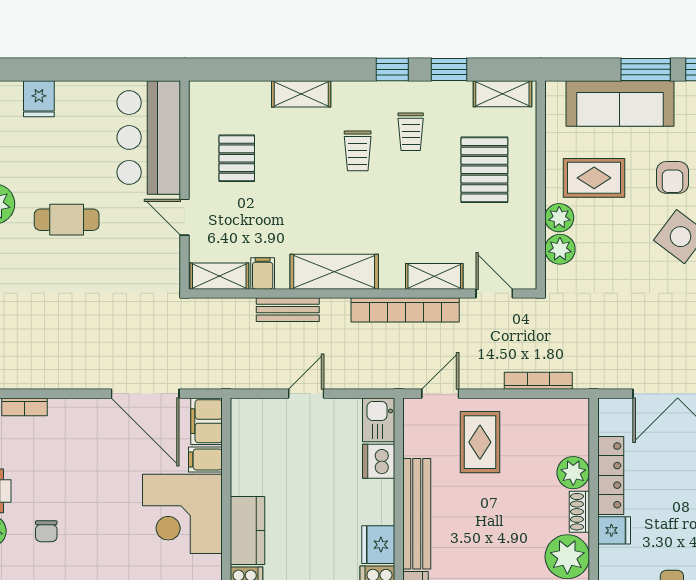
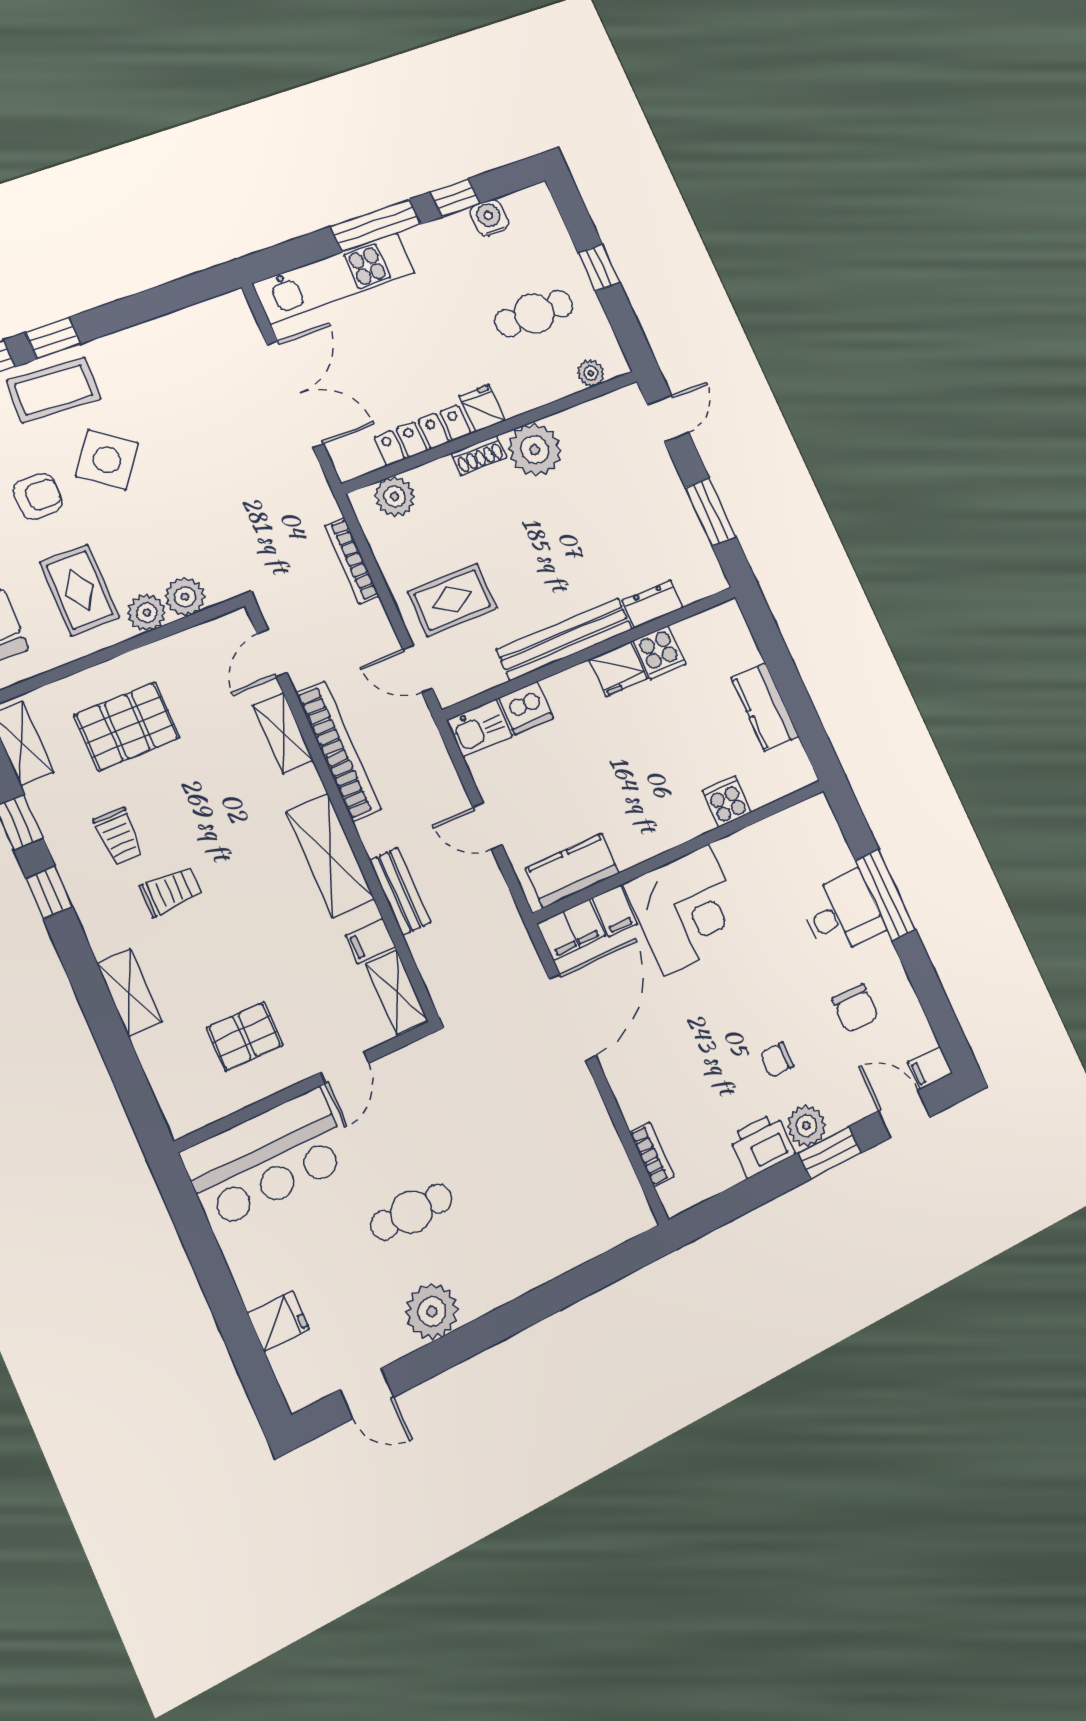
trolley: (411, 132) -> (119, 836), turned 90
cafe table: (67, 220) -> (412, 1212), turned 90
plant: (573, 473) -> (395, 496), moved
chair: (46, 531) -> (777, 1060), turned 180
kitchen counter: (247, 531) -> (572, 871), moved

